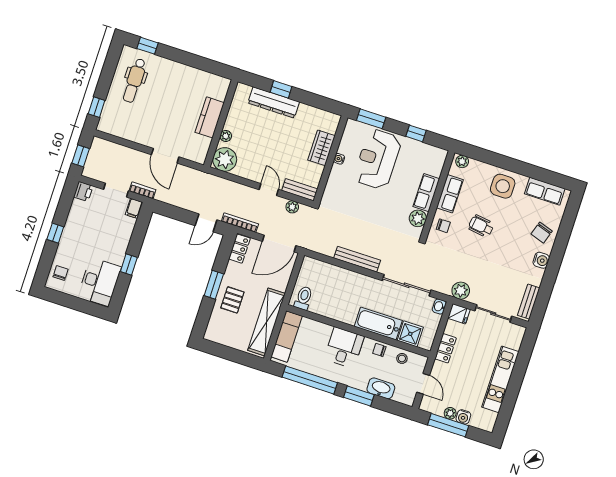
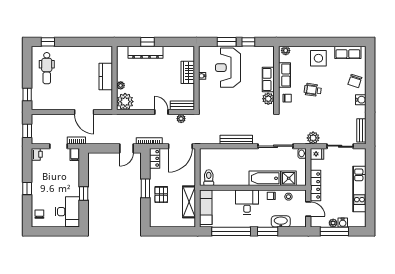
window: (371, 119) -> (227, 42), moved
shelving: (266, 322) -> (189, 202), width x0.68
locker: (445, 348) -> (316, 186), width x1.53

